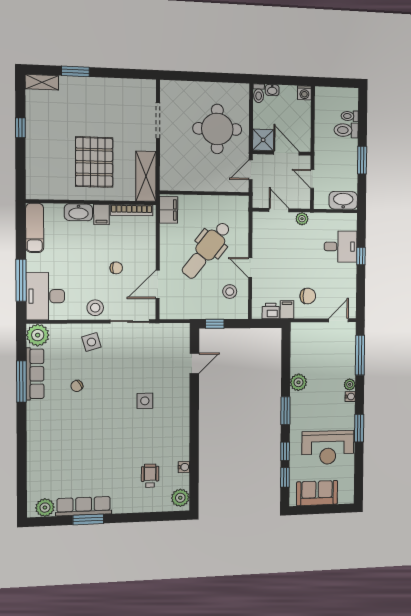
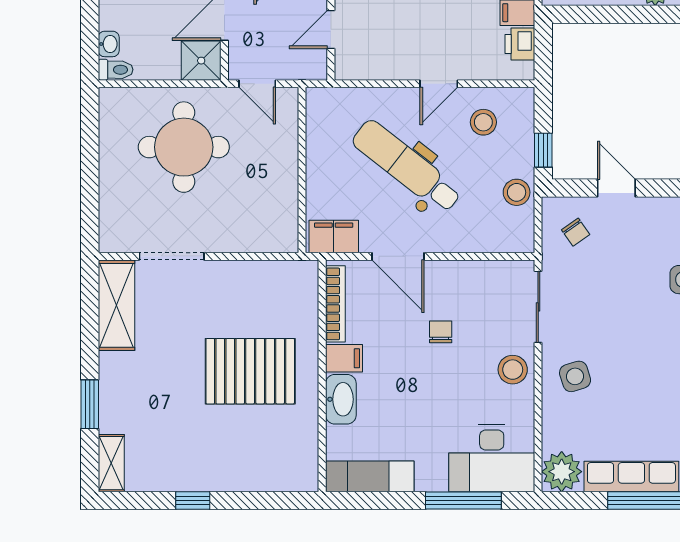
shelving: (146, 176) -> (116, 305), moved, turned 90
dental chair: (206, 250) -> (407, 166), turned 180
door: (158, 284) -> (398, 256), moved
stool: (192, 310) -> (517, 192), added
chair: (77, 386) -> (576, 232), moved

